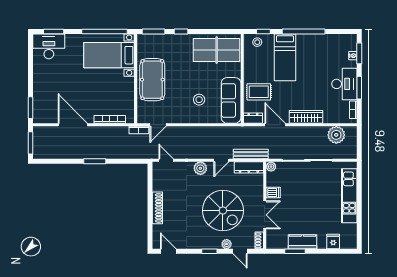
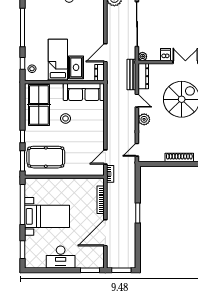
desk: (49, 46) -> (61, 257), moved, turned -90
bed with nightstands: (109, 55) -> (47, 216), moved, turned -90
bed: (285, 57) -> (58, 60), moved, turned -90
pool table: (152, 80) -> (46, 157), moved
stool: (199, 100) -> (66, 118), moved
wardrobe: (306, 117) -> (98, 25), removed
door: (158, 125) -> (105, 157), swing flipped

